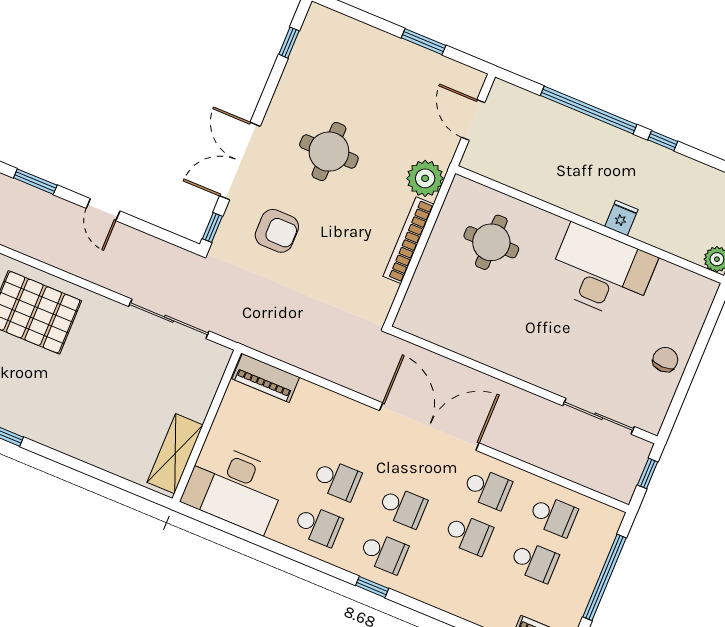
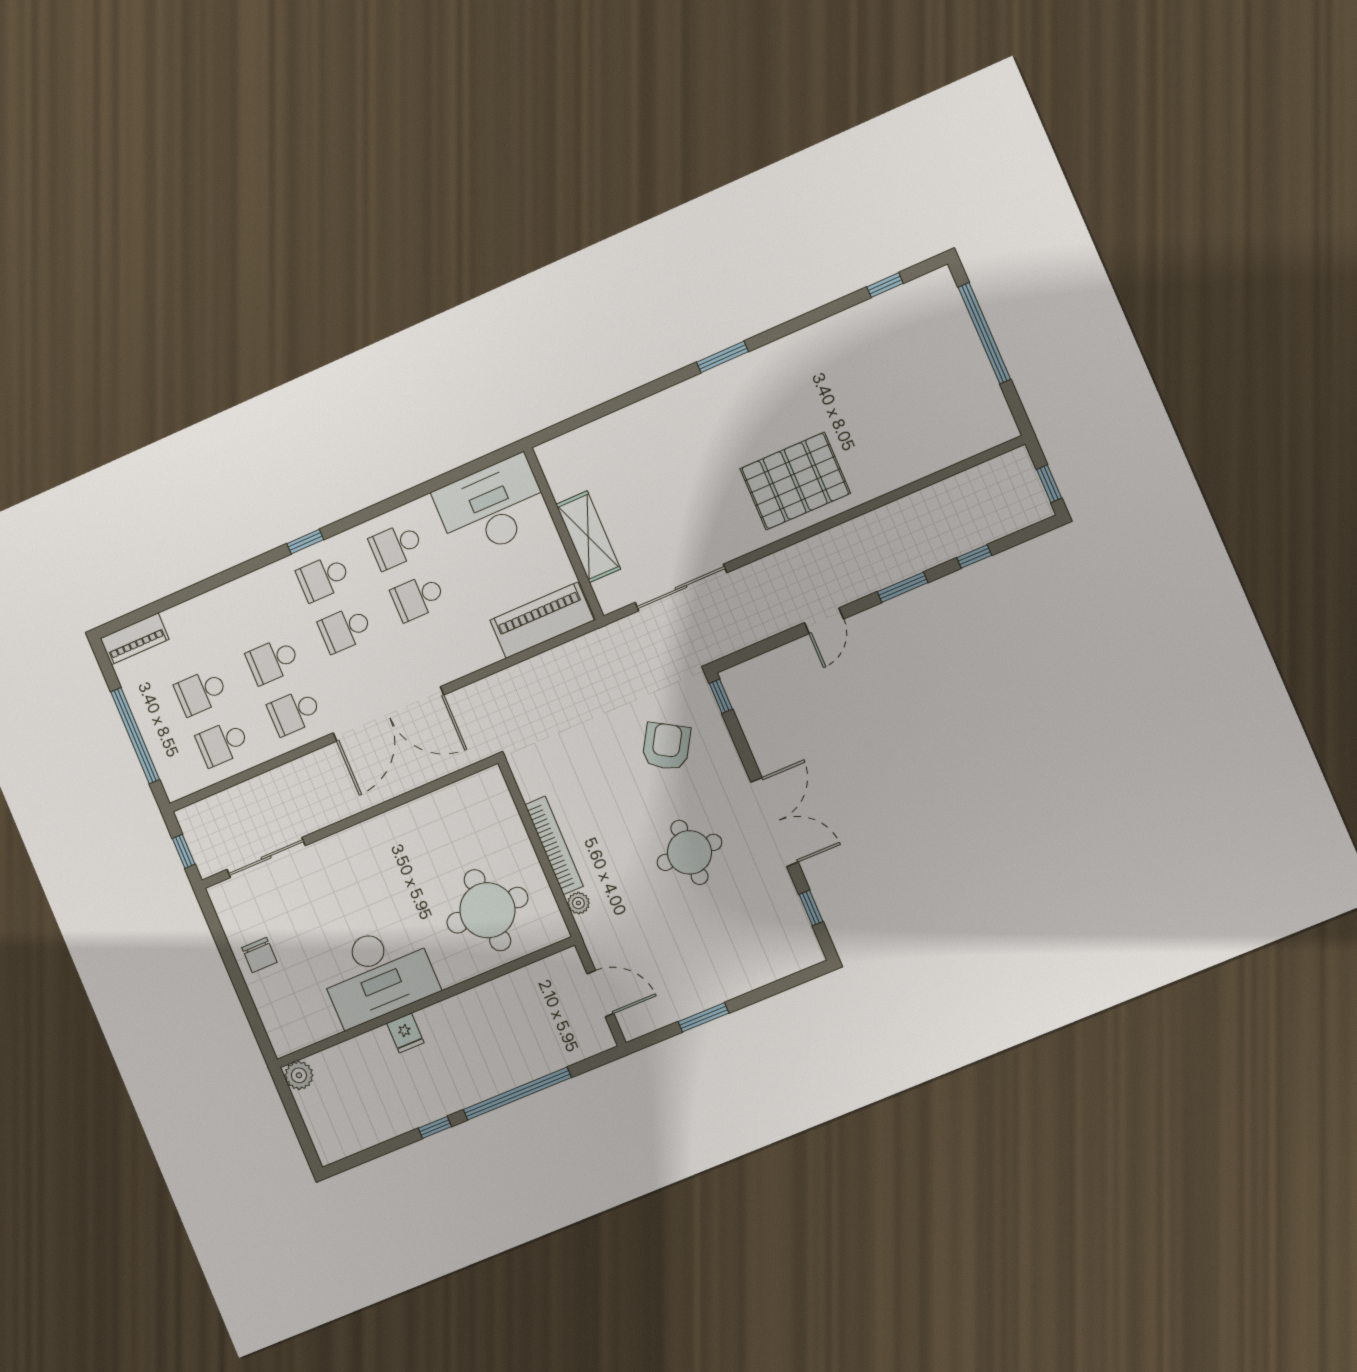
double door: (240, 161) -> (774, 822), moved
plant: (425, 178) -> (578, 903), width x0.53, depth x0.53
door: (103, 210) -> (824, 621), swing flipped
armchair: (277, 231) -> (666, 746), turned 121
round table: (491, 242) -> (487, 910), width x1.36, depth x1.36
piano: (266, 378) -> (542, 620), width x1.37, depth x1.33
shelving: (175, 454) -> (588, 537), moved

